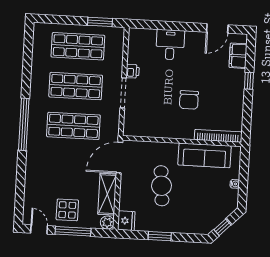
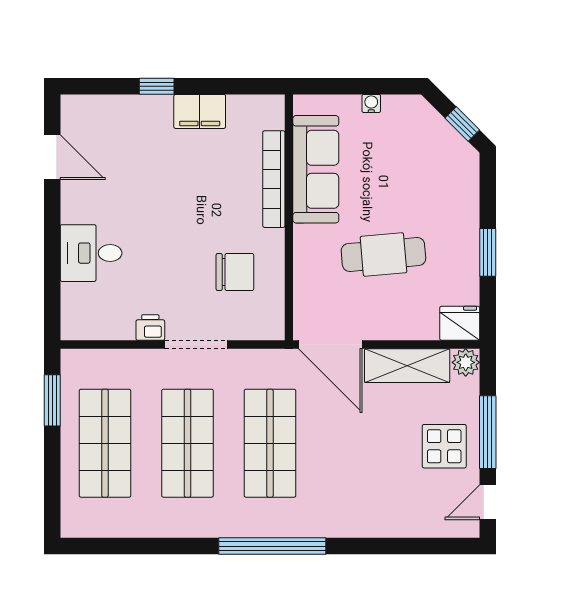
filing cabinet: (238, 56) -> (200, 111), moved
chair: (189, 100) -> (235, 272), moved
bookcase: (218, 136) -> (274, 179), moved

